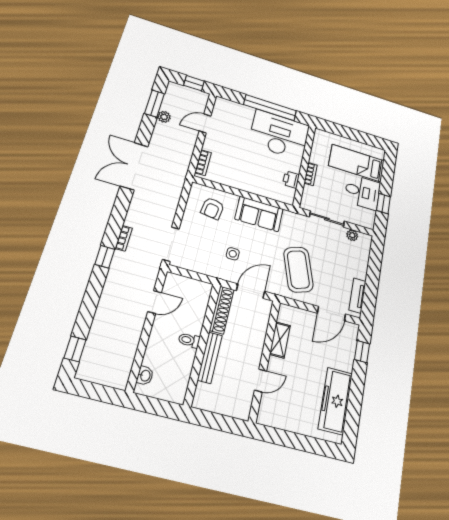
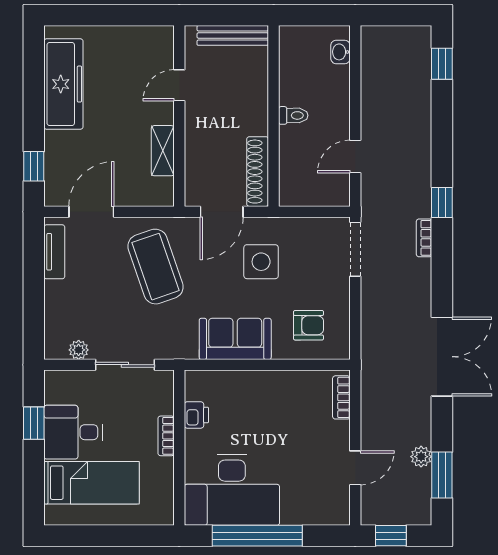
armchair: (212, 208) -> (309, 325), turned 82
side table: (233, 254) -> (261, 262), width x1.87, depth x1.87
bench: (210, 358) -> (233, 35), moved, turned 90

